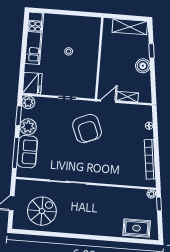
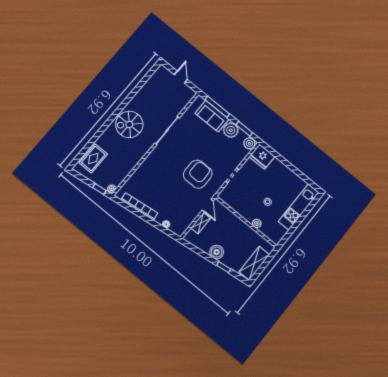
kitchen unit: (34, 38) -> (299, 207), moved, turned 90
plant: (94, 48) -> (257, 223), added
armchair: (87, 129) -> (198, 174), turned 112
spiral stairs: (42, 211) -> (129, 124), moved, turned 90

